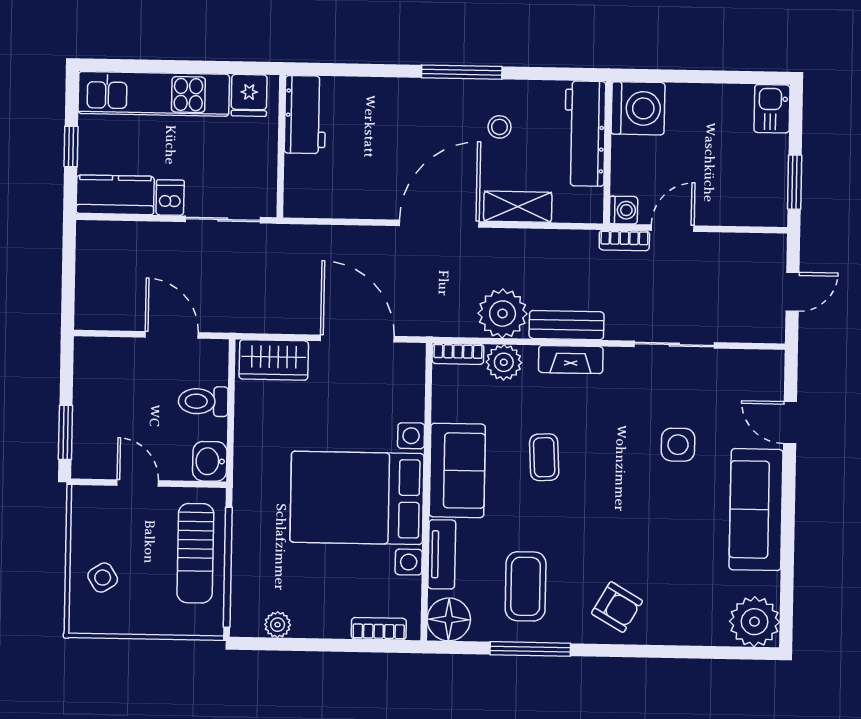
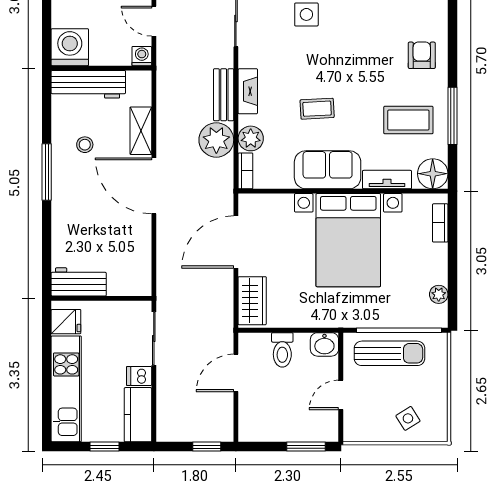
bookcase: (624, 240) -> (163, 55), removed
window: (68, 291) -> (207, 447), added
armchair: (617, 607) -> (422, 55), turned -30

